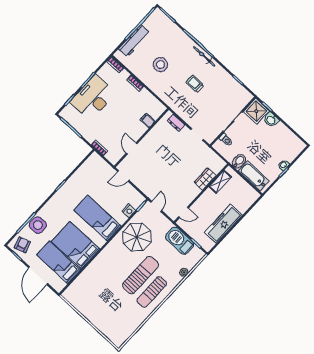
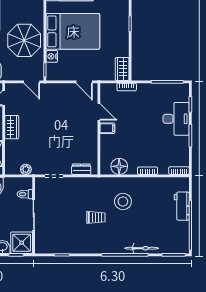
workbench: (134, 41) -> (182, 206), width x0.73
bicycle: (204, 56) -> (142, 248), moved
stool: (160, 65) -> (123, 202), moved
desk: (93, 98) -> (176, 119), width x0.73, depth x0.77
floor lamp: (150, 102) -> (119, 166), added
filing cabinet: (148, 120) -> (107, 128), moved
plant: (211, 155) -> (26, 169), added
wardrobe: (92, 162) -> (122, 69), added
door: (123, 176) -> (84, 82), swing flipped
wardrobe: (205, 179) -> (12, 127), moved
bed: (97, 218) -> (73, 31), width x1.50

